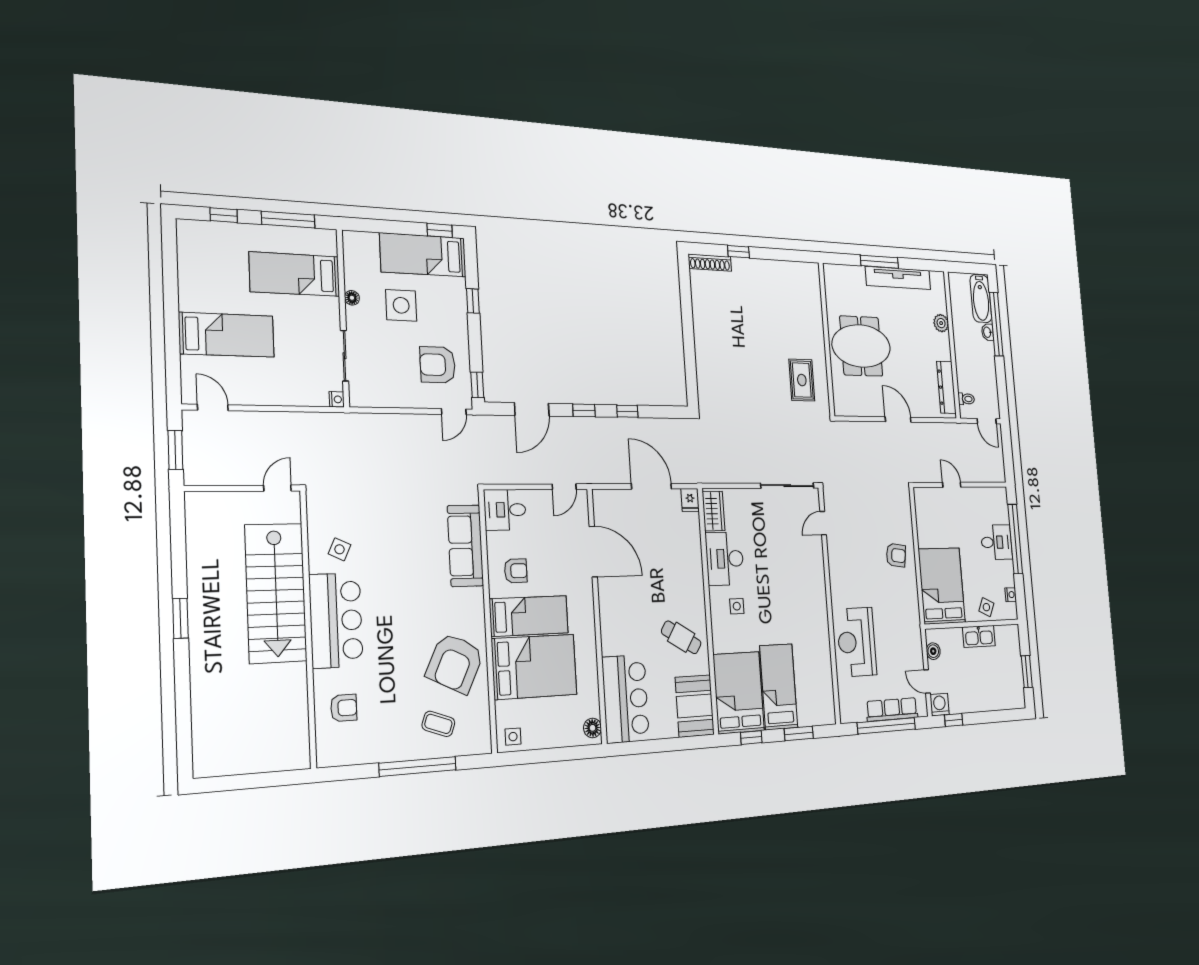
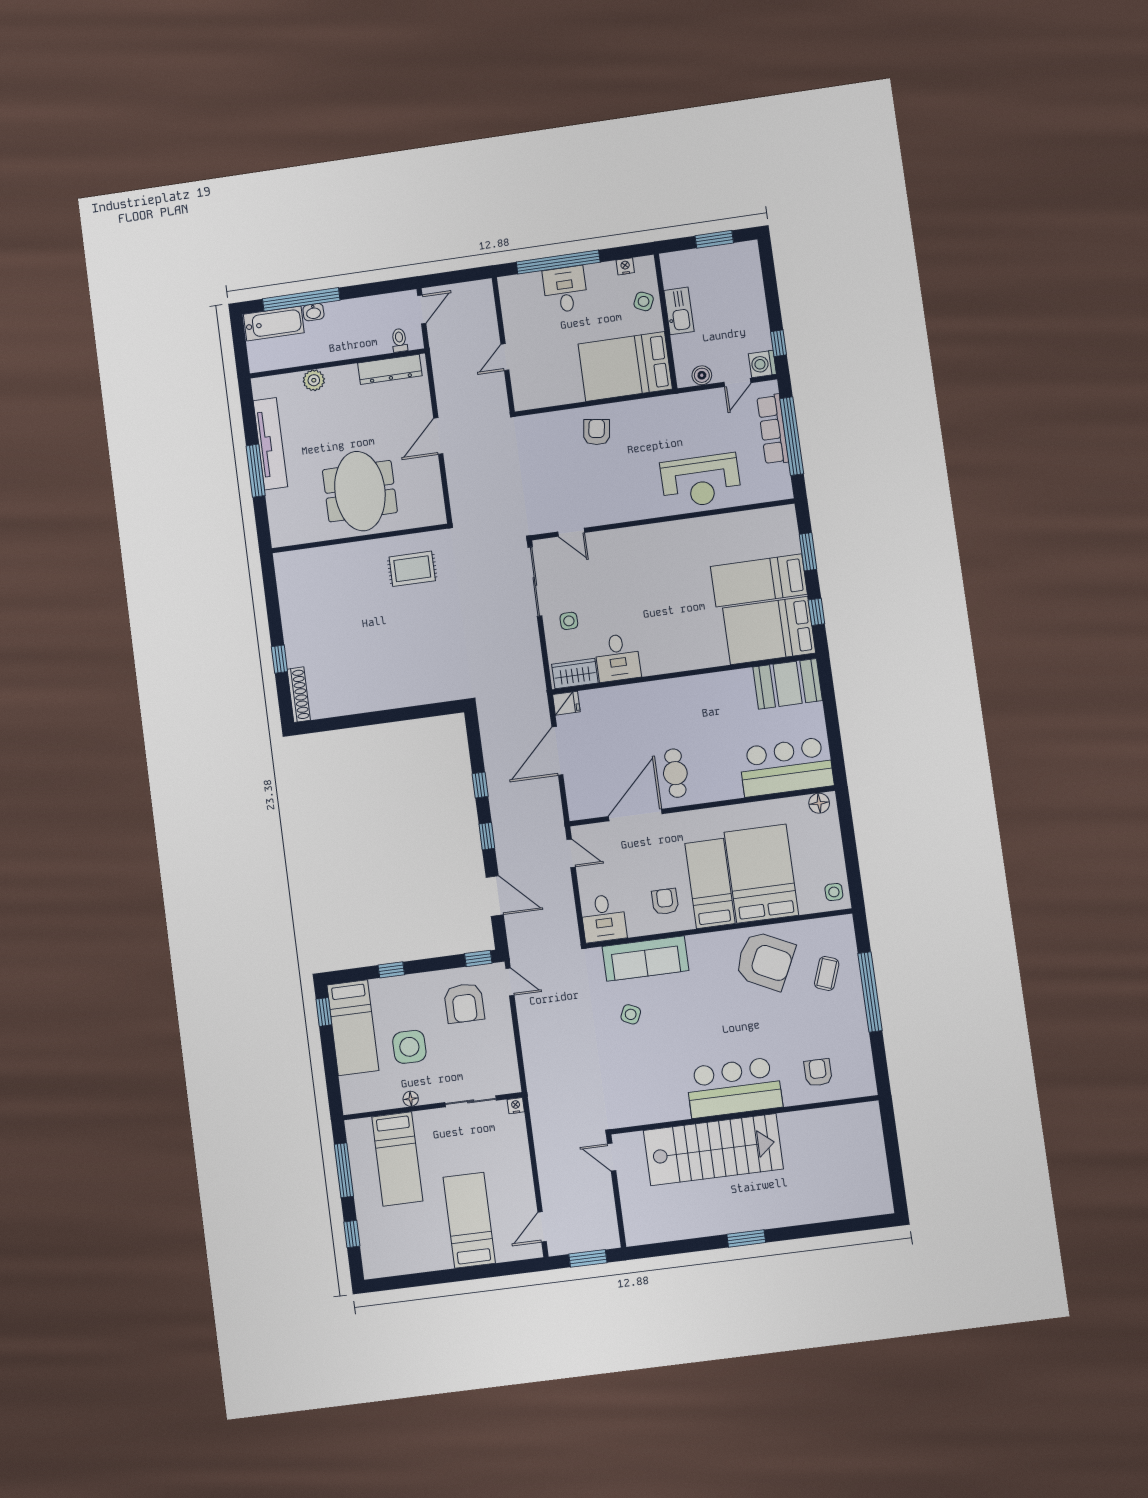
side table: (340, 549) -> (631, 1014), moved
desk: (725, 559) -> (618, 657), width x0.73
side table: (737, 606) -> (569, 621), moved
cafe table: (681, 637) -> (675, 773), moved, turned -32

